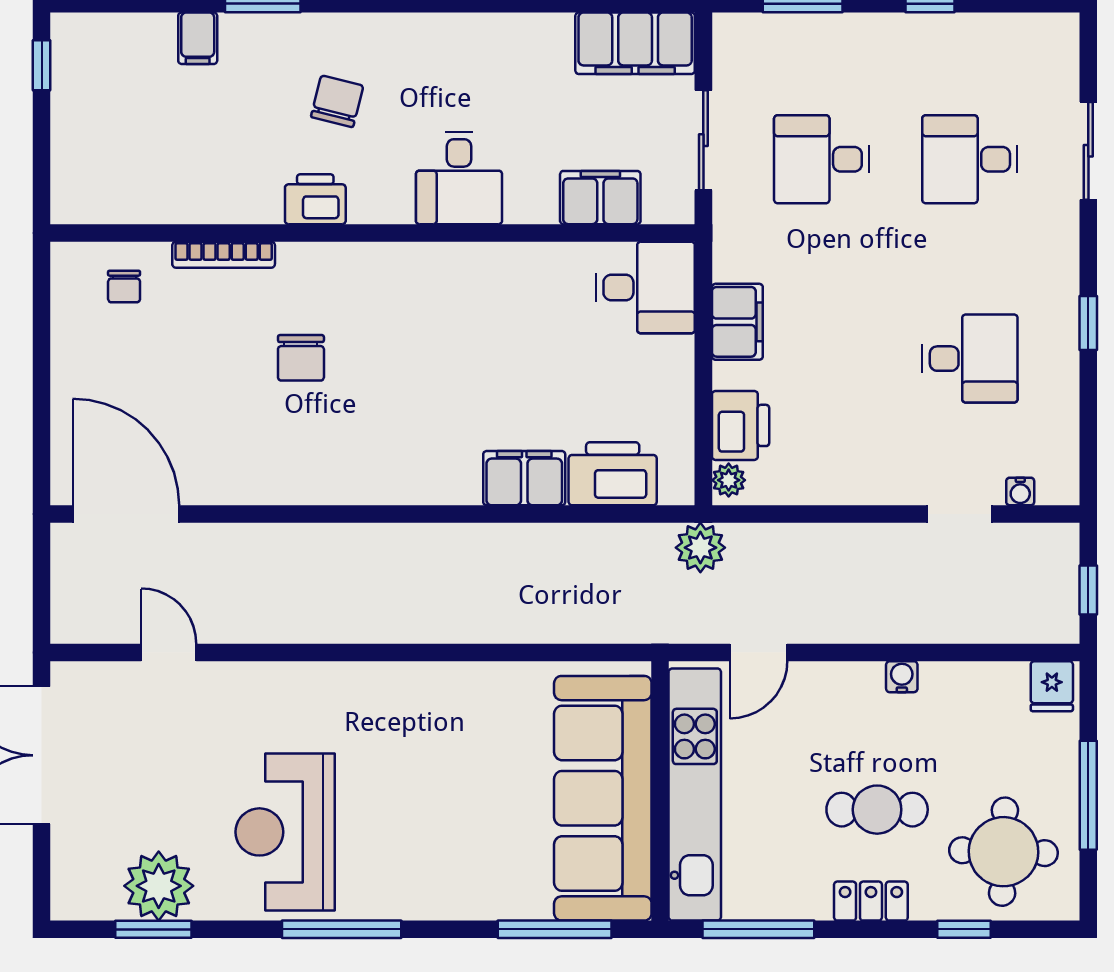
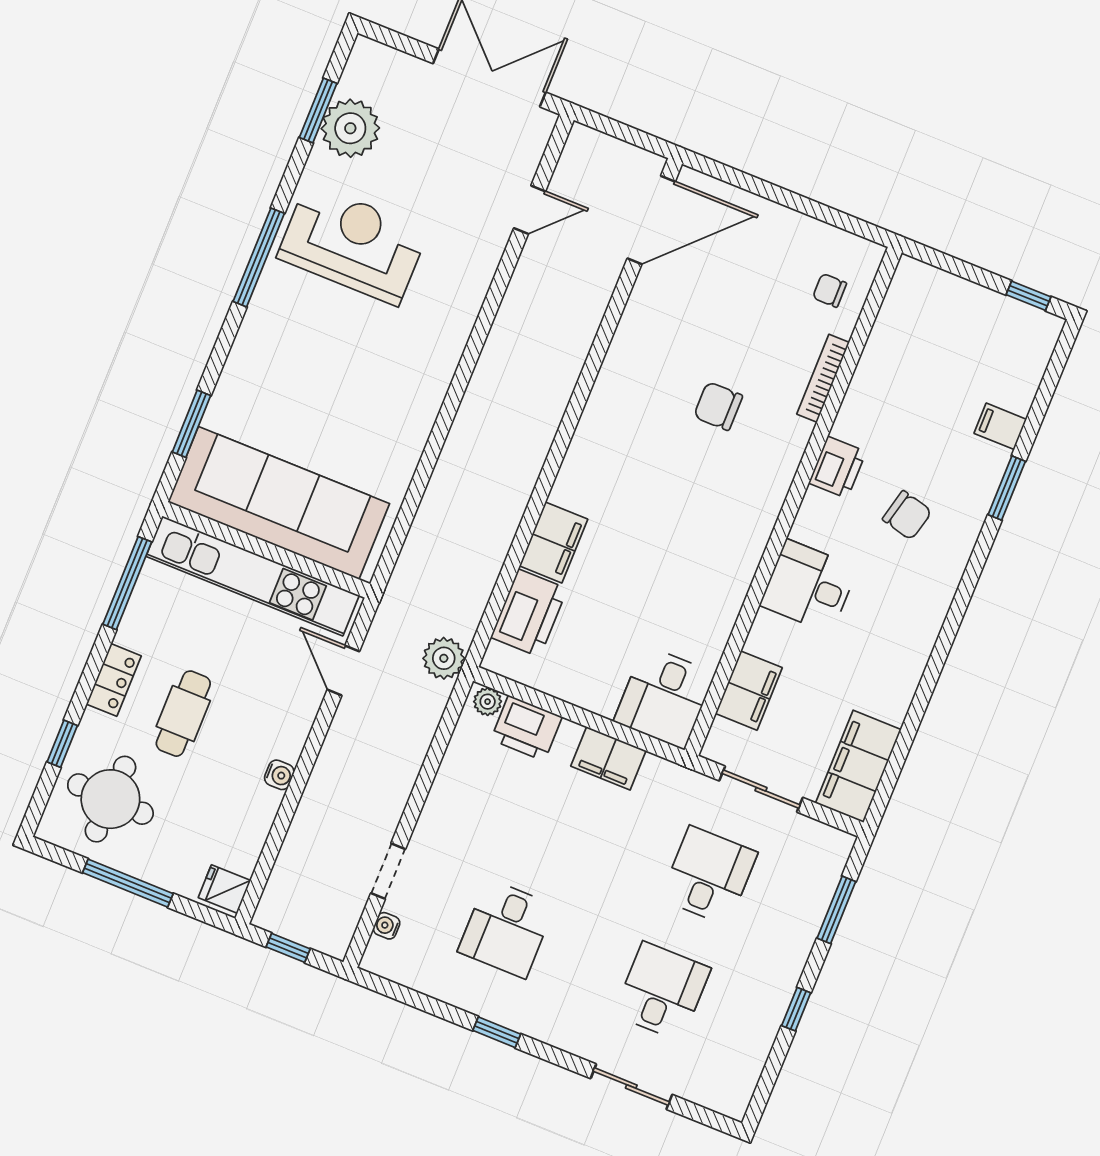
window: (555, 929) -> (192, 424), width x0.69

